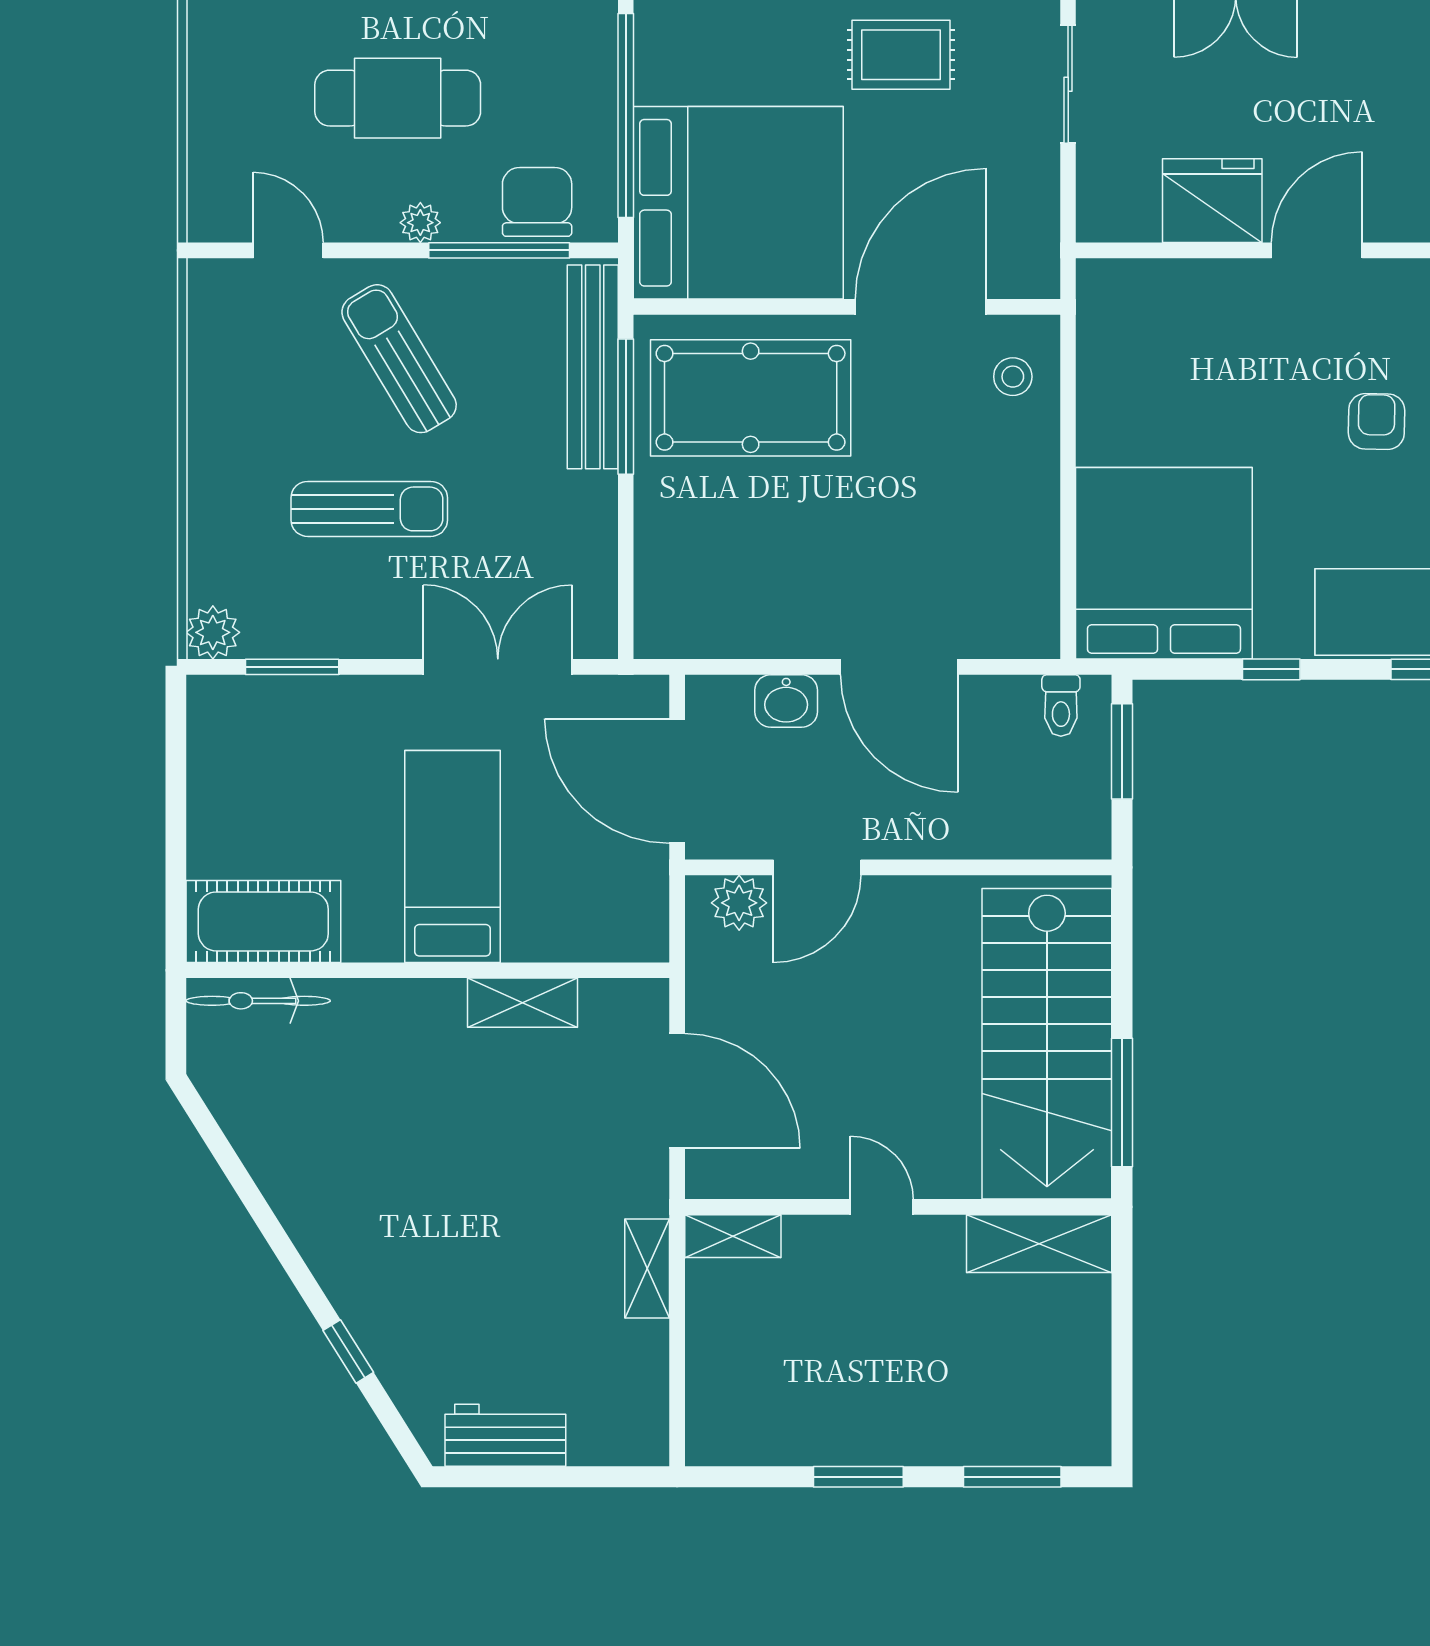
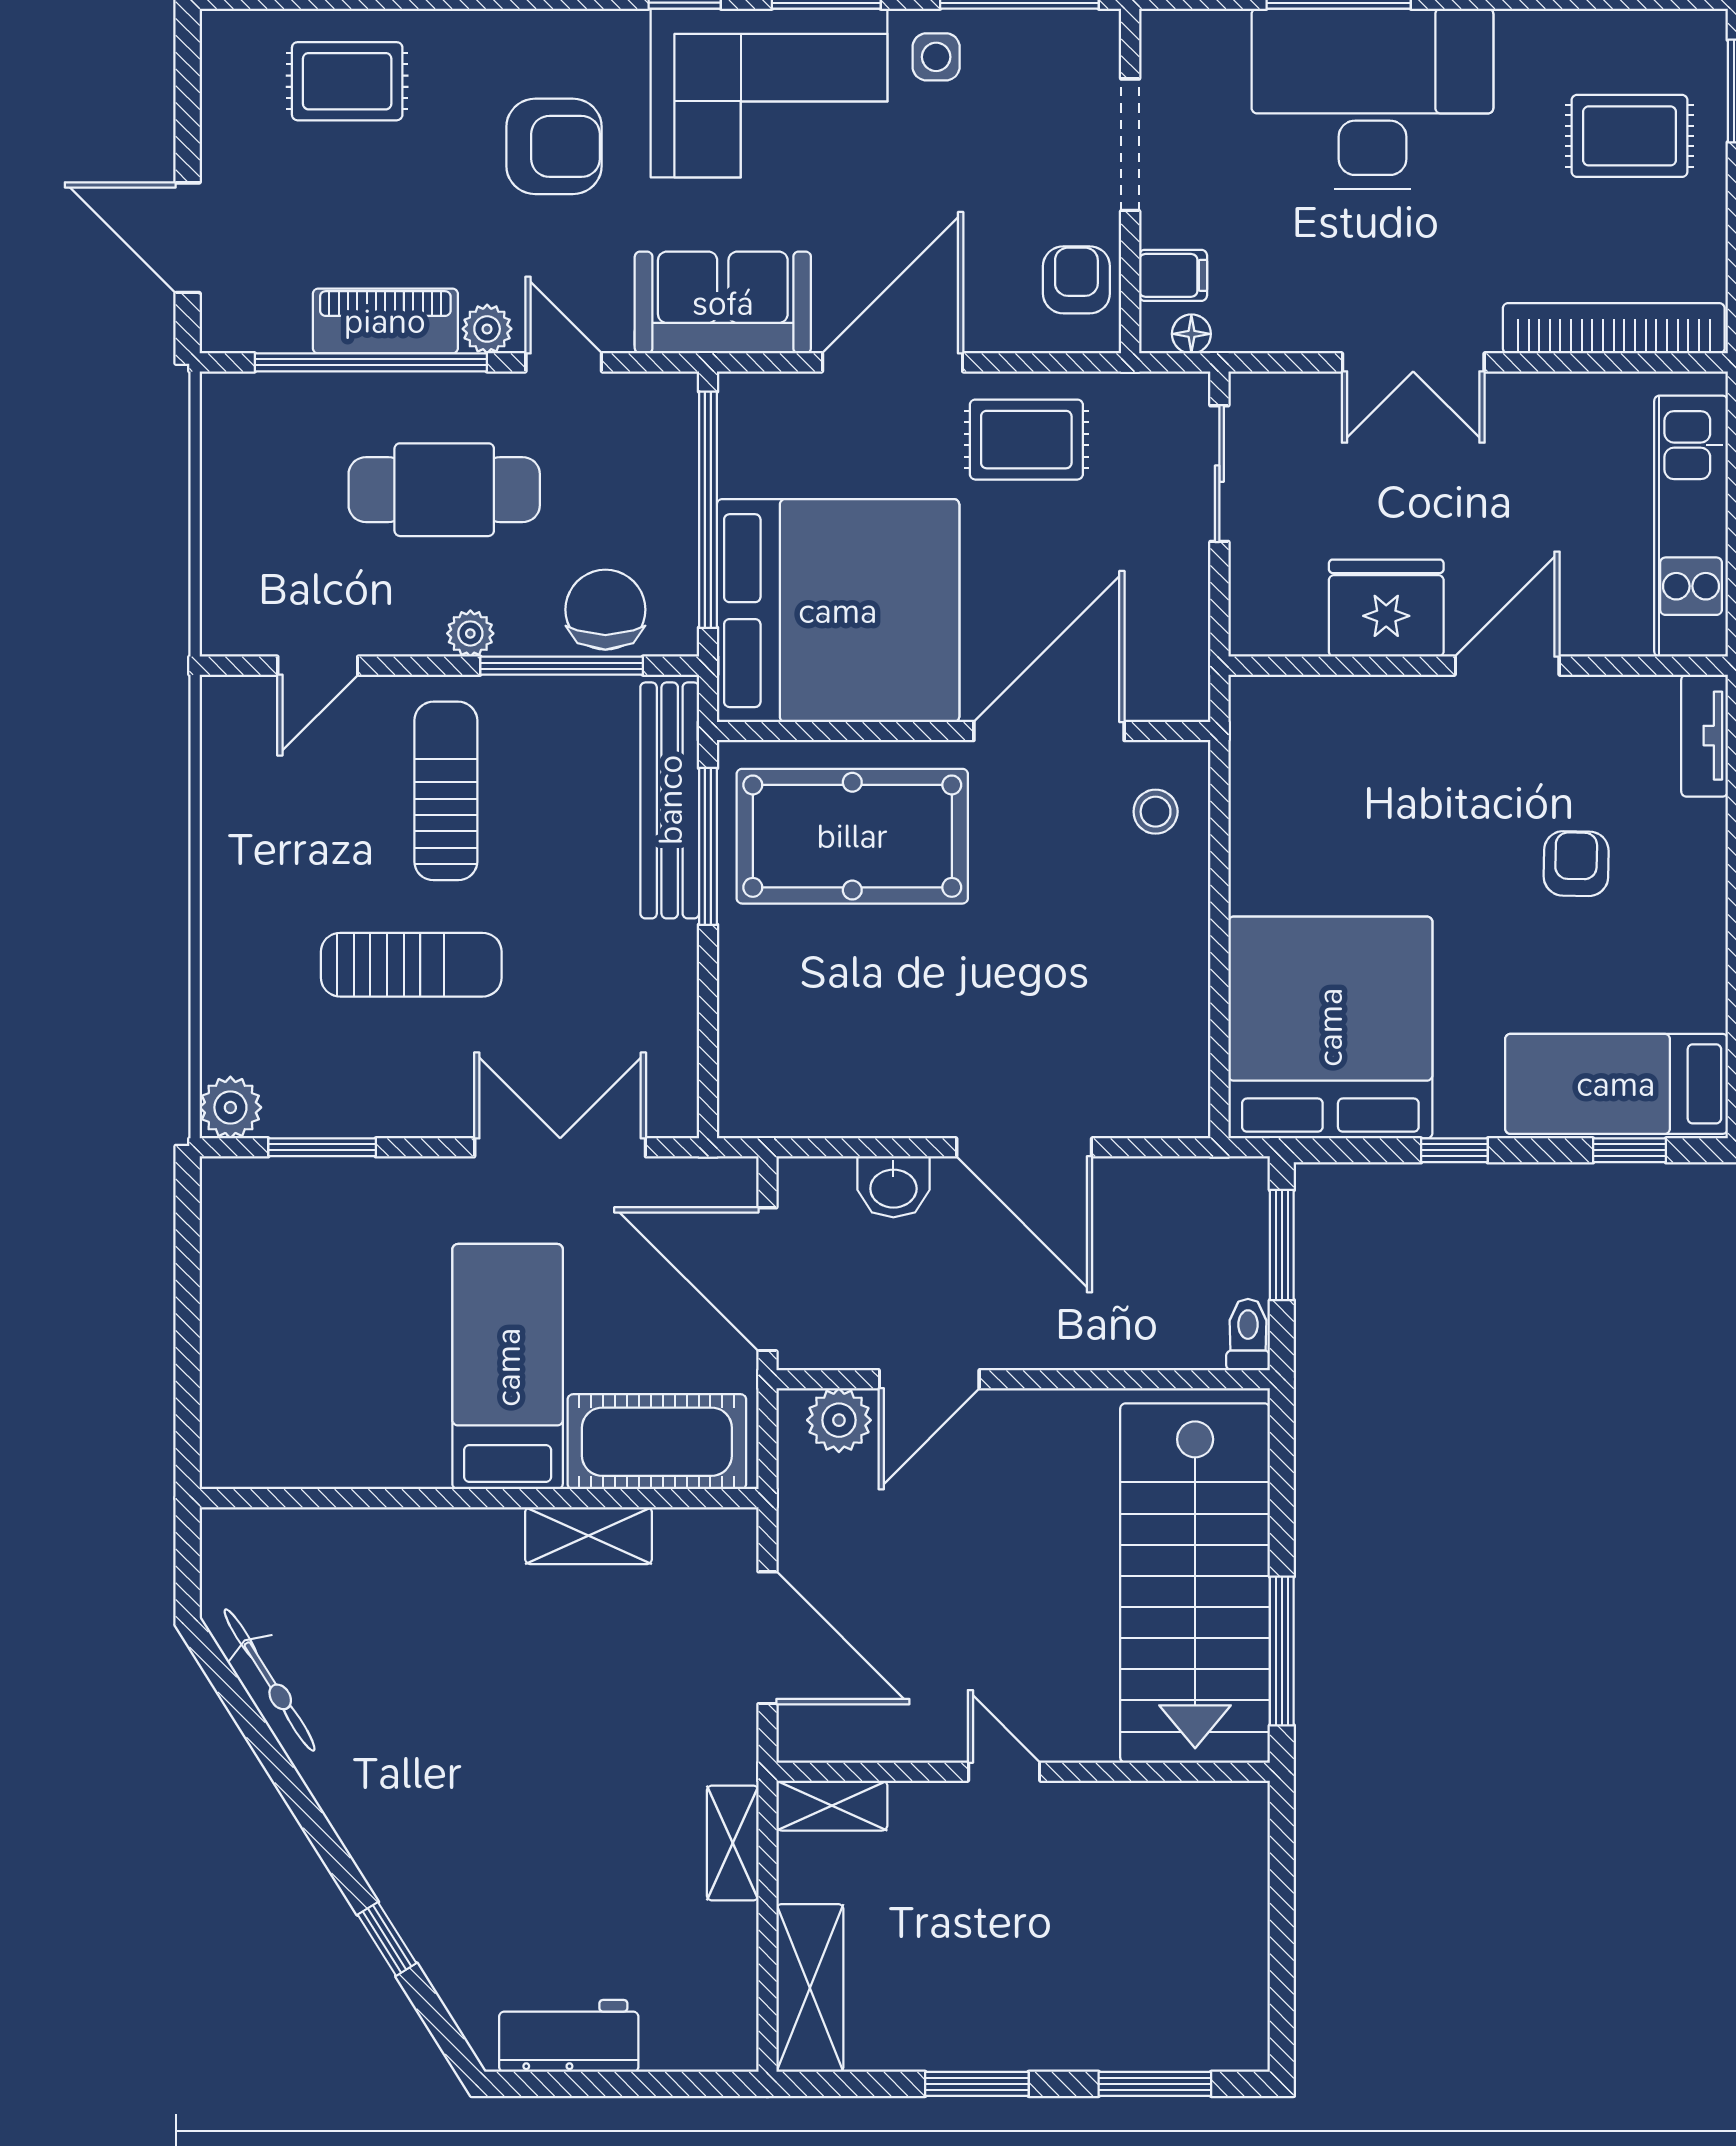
door: (288, 250) -> (318, 666), swing flipped
sun lounger: (399, 359) -> (446, 791), turned 31
toilet: (1061, 705) -> (1248, 1335), moved, turned 180
cot: (263, 921) -> (657, 1442), moved
bicycle: (258, 1001) -> (270, 1680), moved, turned -122
shelving: (1039, 1244) -> (810, 1988), moved, turned 90

